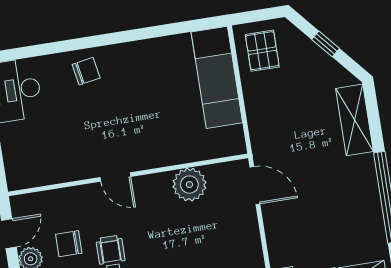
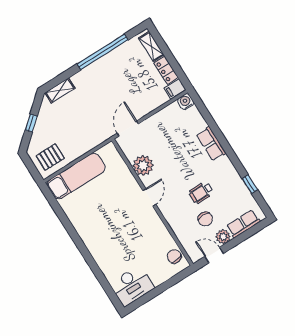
chair: (86, 71) -> (174, 256), moved
shelving: (354, 120) -> (60, 90), width x0.67, depth x0.75
door: (115, 177) -> (149, 197), moved

